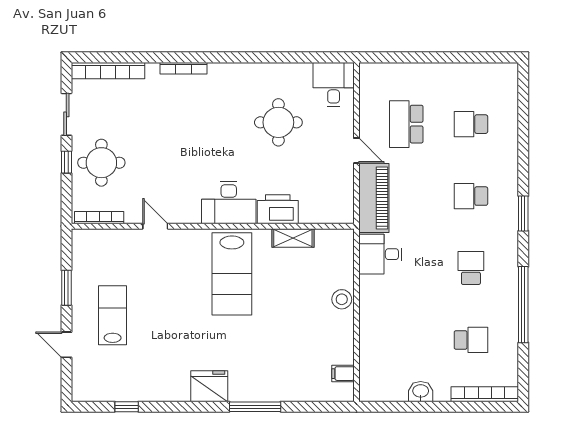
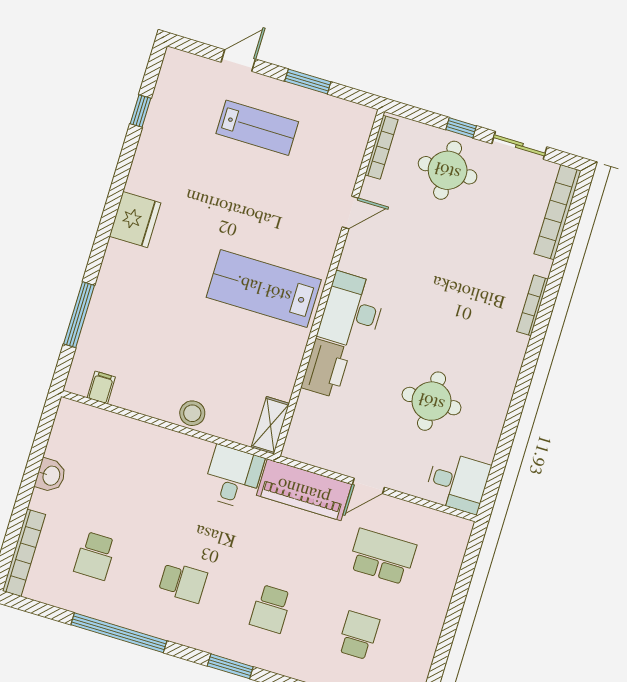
school desk: (471, 196) -> (271, 609), turned 180
shelving: (293, 238) -> (270, 425), moved
window: (255, 407) -> (79, 315), moved

